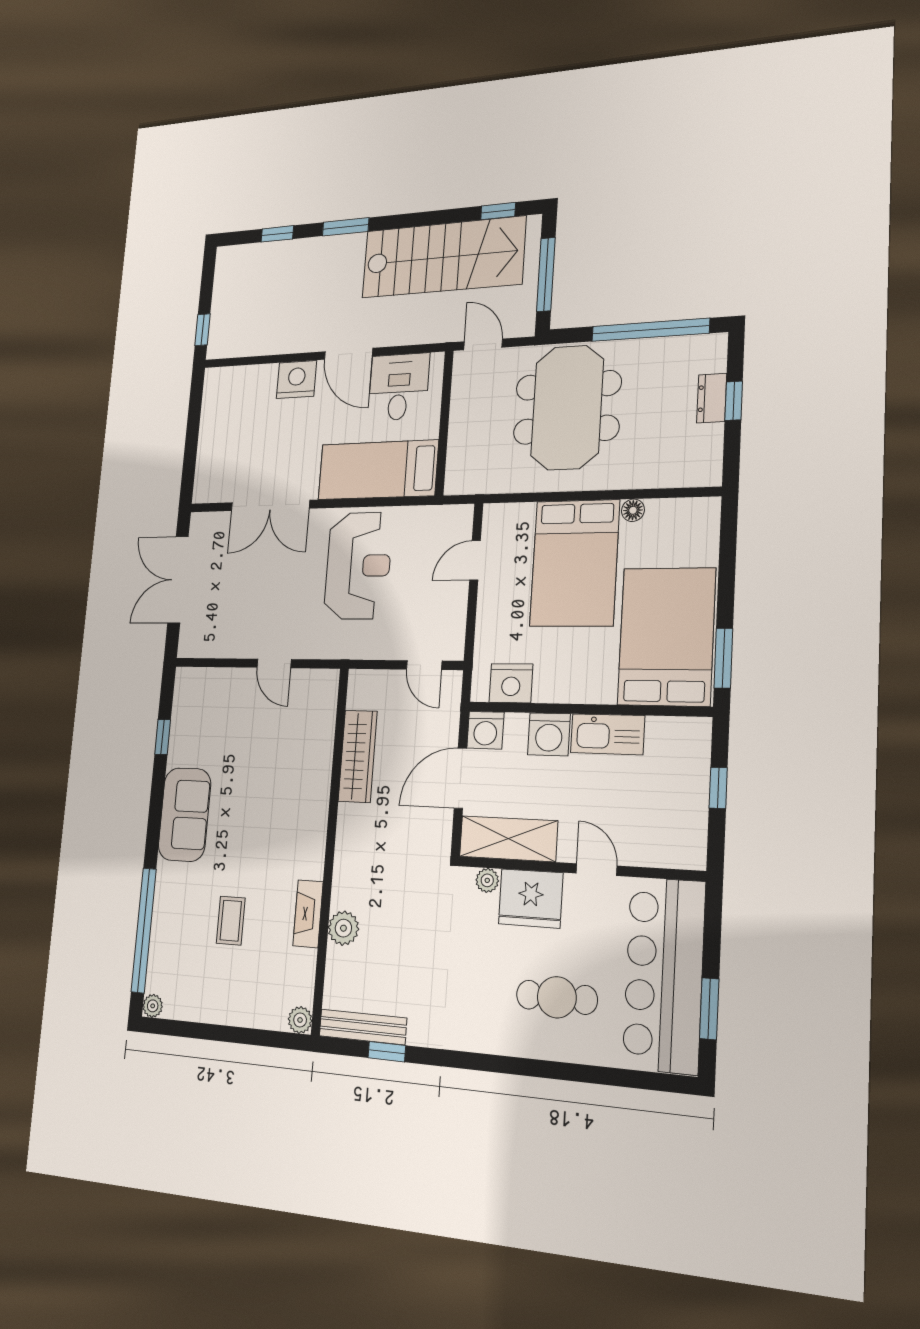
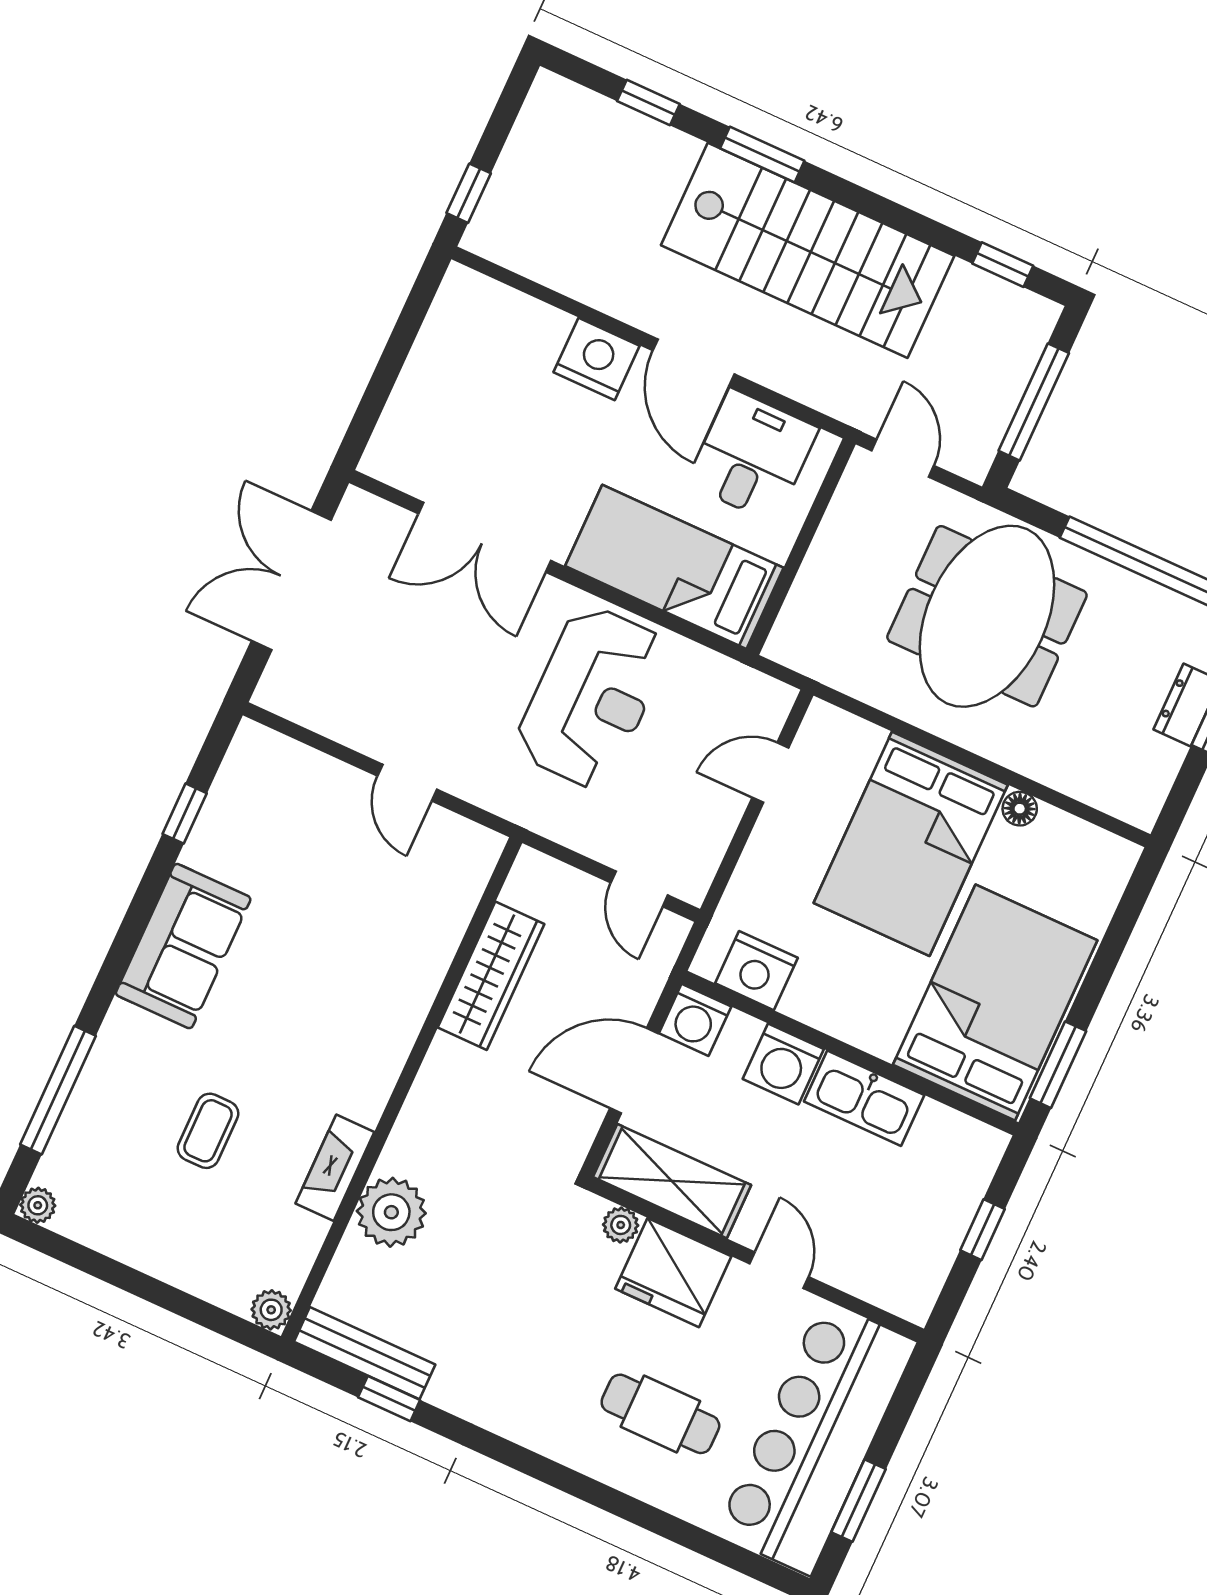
stairs: (443, 257) -> (808, 250), moved
plant: (343, 928) -> (391, 1212), width x1.36, depth x1.36
window: (144, 930) -> (58, 1090), width x0.68

